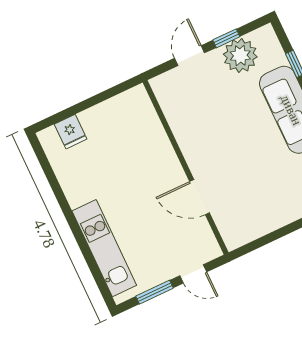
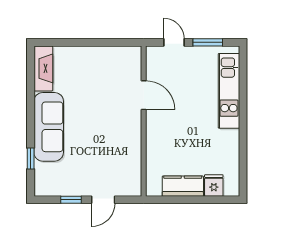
plant: (240, 56) -> (67, 183), removed
kitchen counter: (106, 114) -> (183, 186), added

